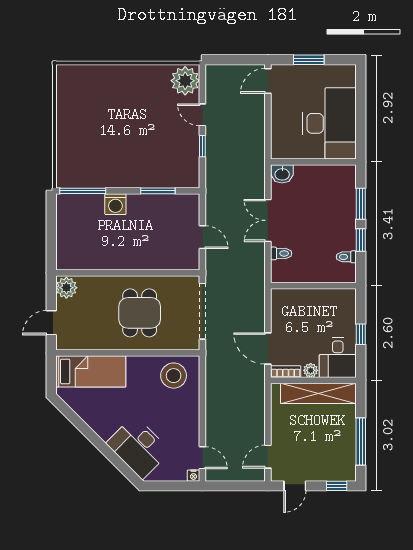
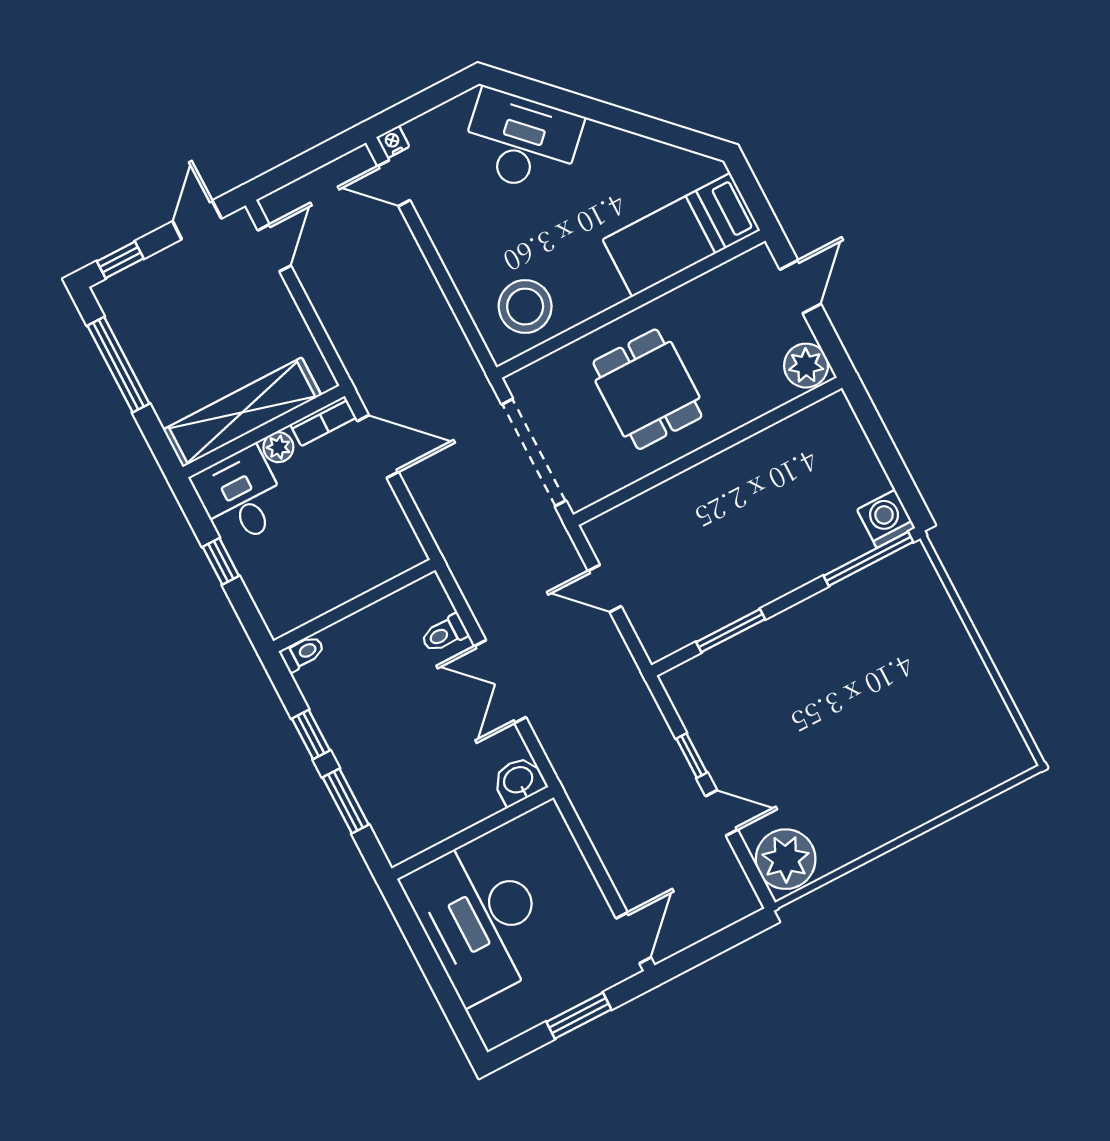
washing machine: (115, 204) -> (886, 519), moved
double door: (268, 220) -> (500, 682), swing flipped
toilet: (346, 257) -> (302, 653), moved

